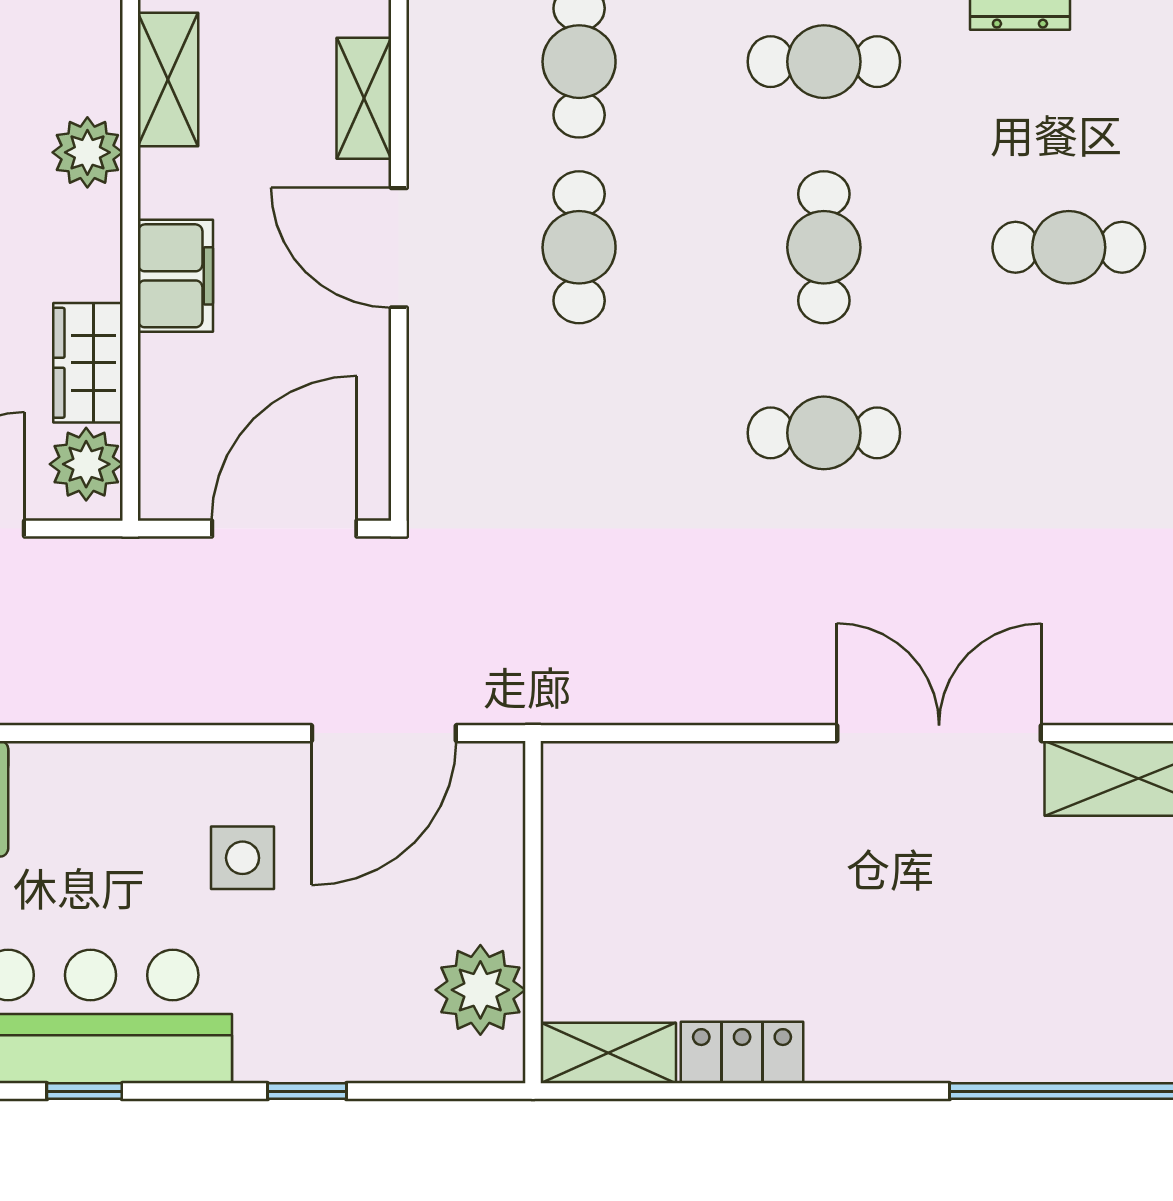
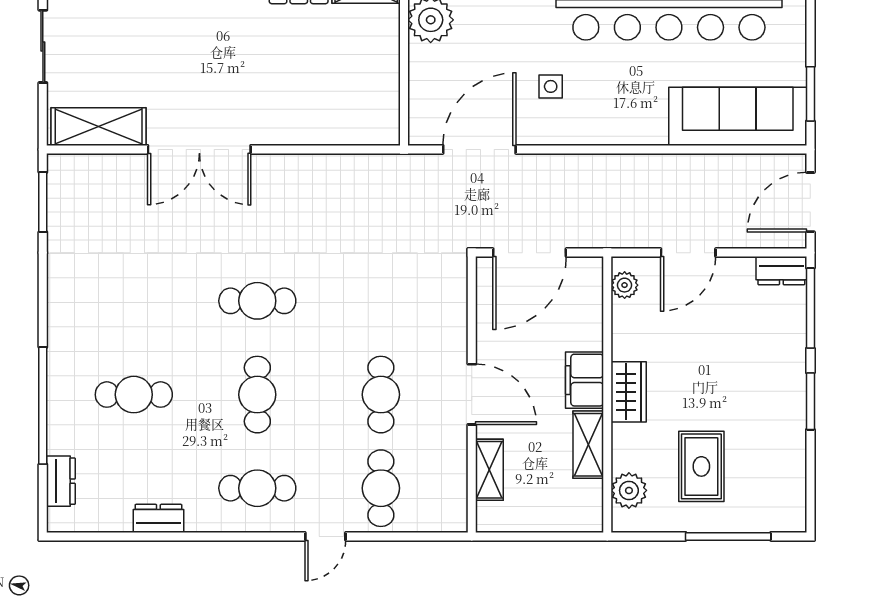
shelving: (168, 80) -> (588, 445), moved
plant: (87, 152) -> (629, 490), moved
wardrobe: (88, 363) -> (629, 392), moved
plant: (86, 464) -> (625, 285), width x0.73, depth x0.73
side table: (243, 858) -> (551, 86), width x0.73, depth x0.73

